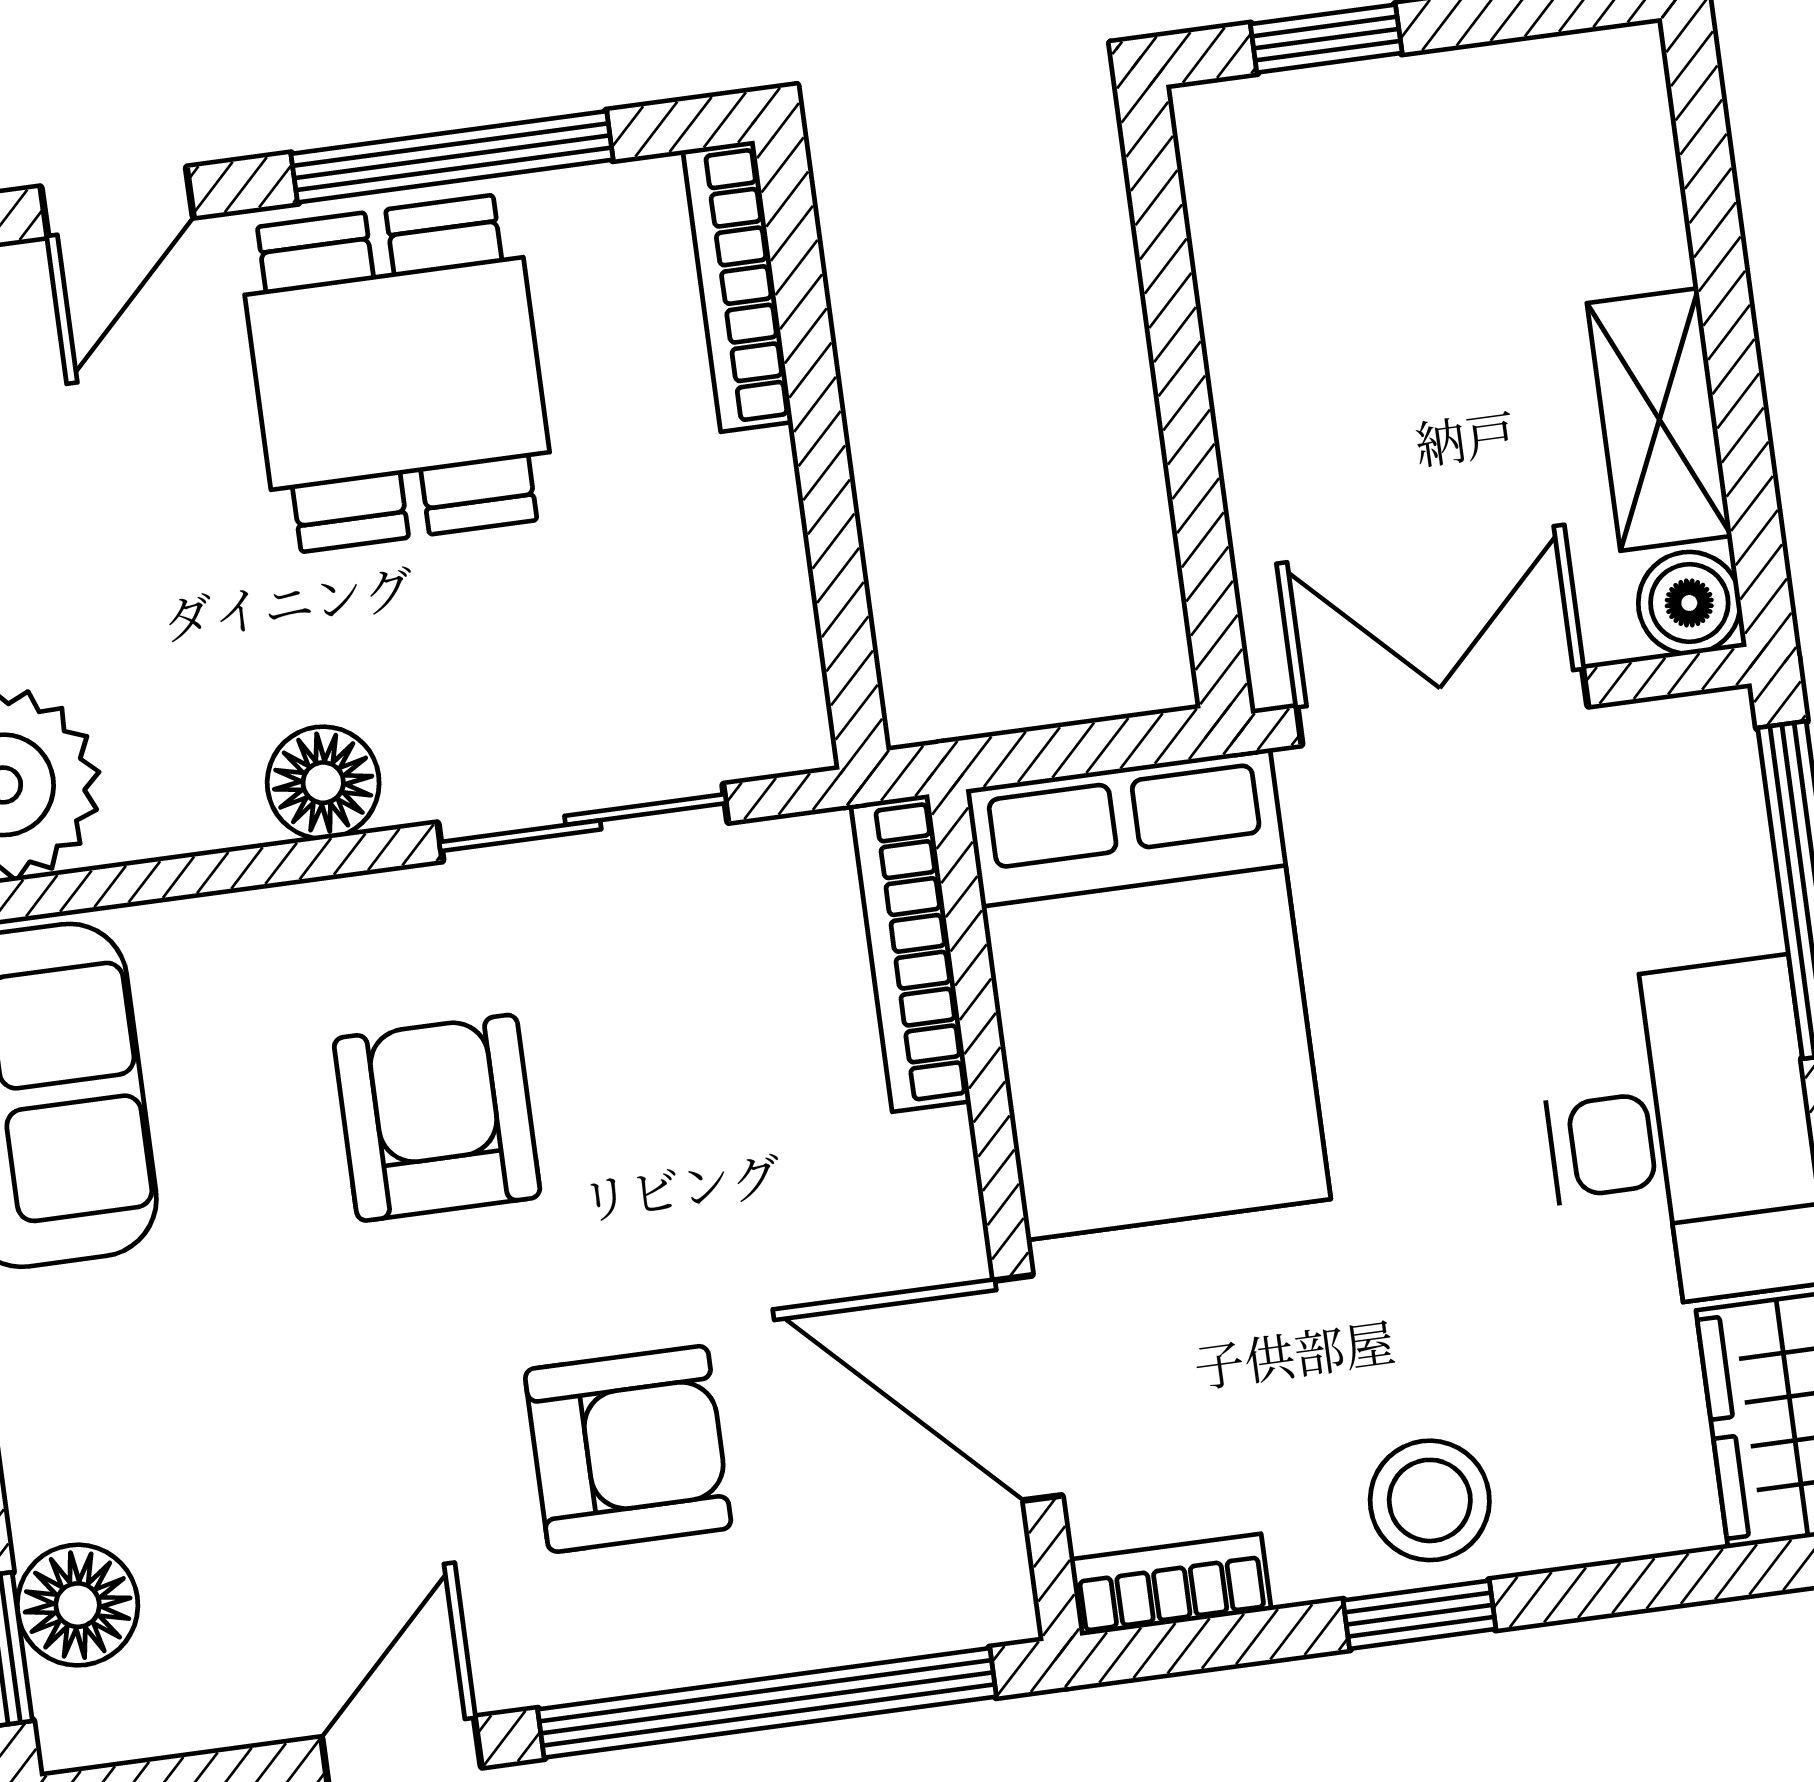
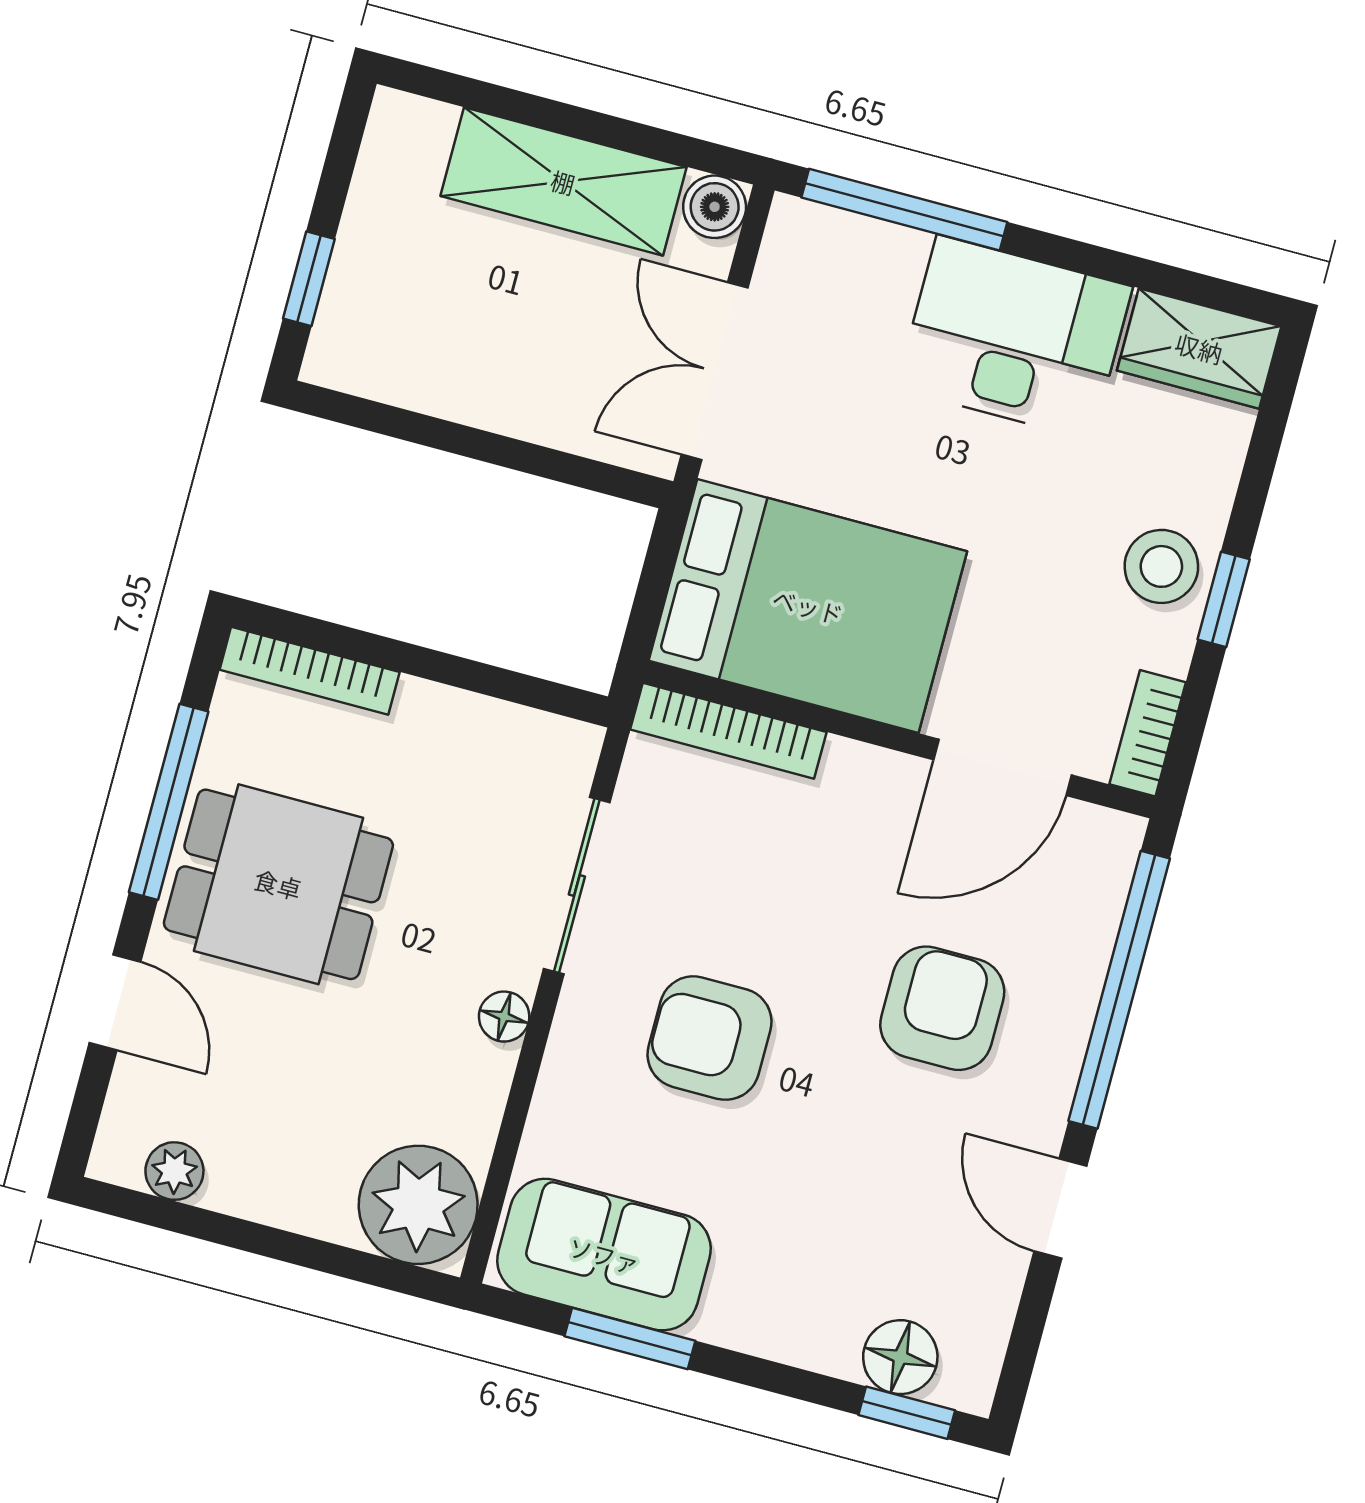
shelving: (1659, 419) -> (563, 182), width x1.50, depth x1.33
floor lamp: (323, 783) -> (504, 1017), width x0.73, depth x0.73

